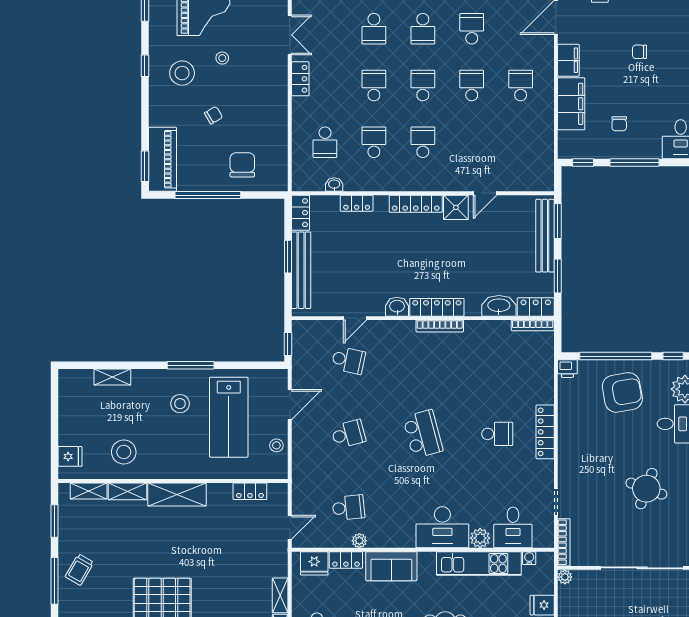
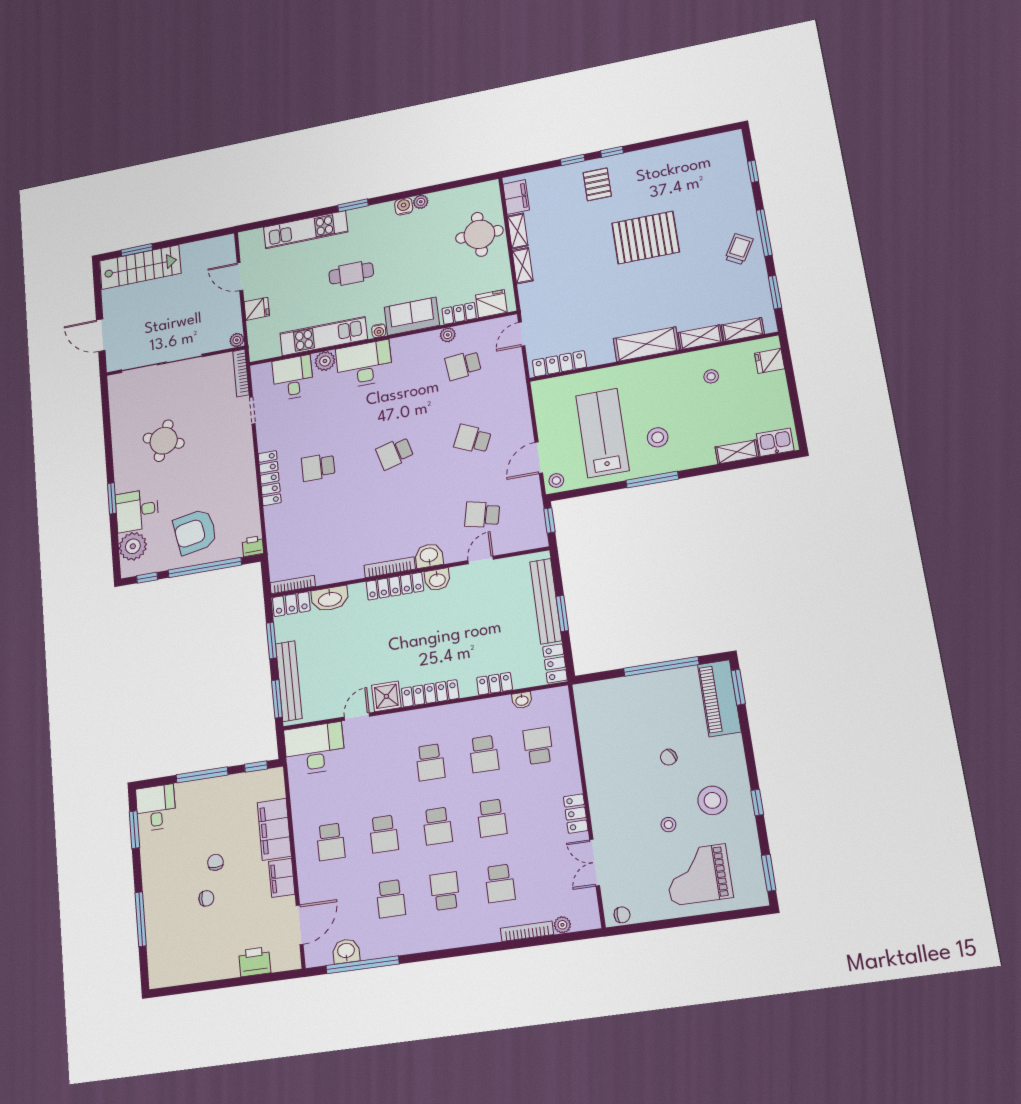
school desk: (374, 29) -> (500, 883), turned 180
chair: (619, 124) -> (215, 862), moved
chair: (242, 165) -> (627, 706), removed
desk: (527, 170) -> (315, 749), added
washbasin: (402, 330) -> (429, 556), added
kitchen sink: (78, 380) -> (775, 442), added
school desk: (348, 434) -> (473, 439), turned 39
school desk: (423, 434) -> (395, 453), width x0.54
stool: (276, 445) -> (556, 480), moved
stool: (124, 452) -> (711, 376), width x0.53, depth x0.53
locker: (250, 491) -> (559, 364), width x1.53
water cooler: (529, 558) -> (379, 331), moved

